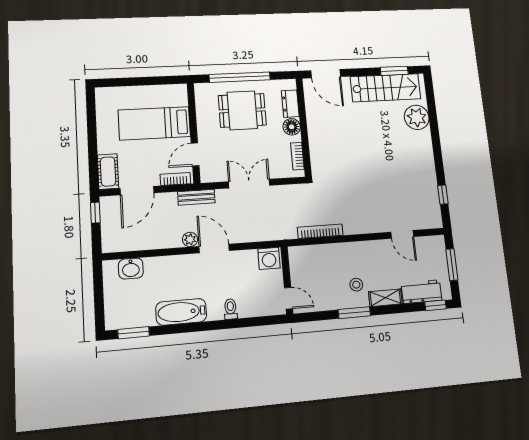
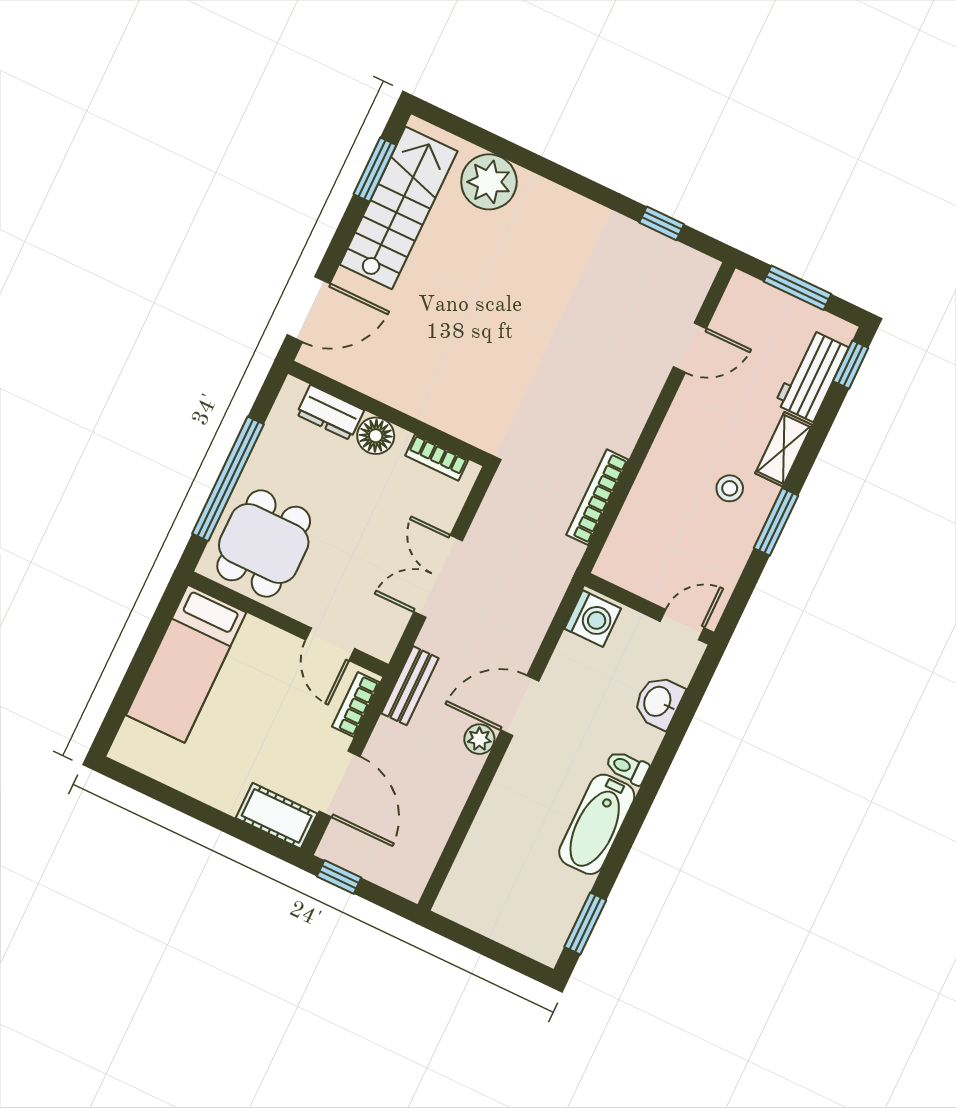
dining table: (242, 110) -> (264, 544), moved
bed: (154, 123) -> (186, 664), moved
washbasin: (131, 269) -> (658, 702), moved, turned 180
toilet: (231, 309) -> (627, 767), moved

